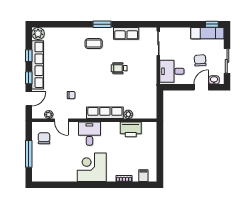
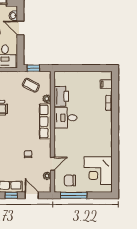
coffee table: (142, 98) -> (31, 85), added
window: (160, 101) -> (33, 68), added
desk: (89, 134) -> (65, 118), moved
window: (29, 154) -> (74, 195), moved
corner desk: (92, 167) -> (98, 171), moved

